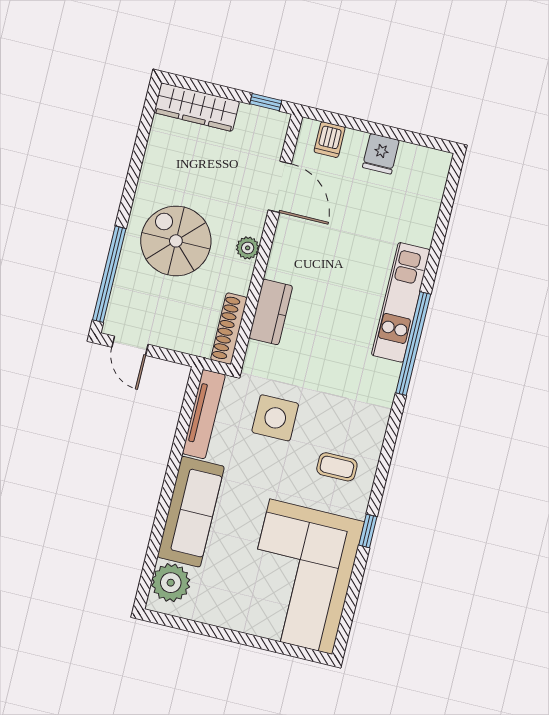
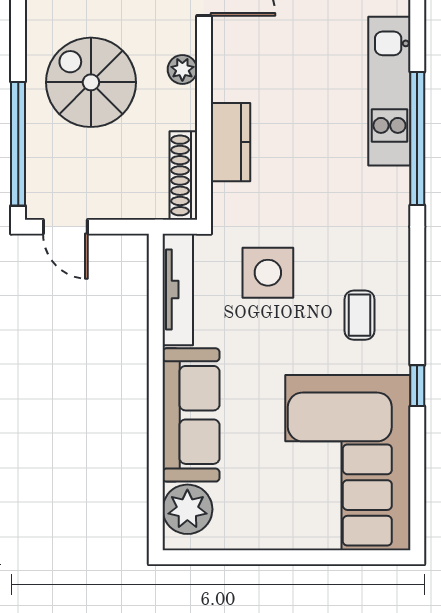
coffee table: (337, 467) -> (359, 315), turned 90

